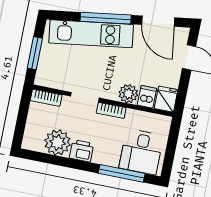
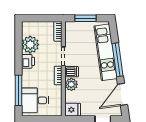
dishwasher: (147, 97) -> (72, 72), moved

